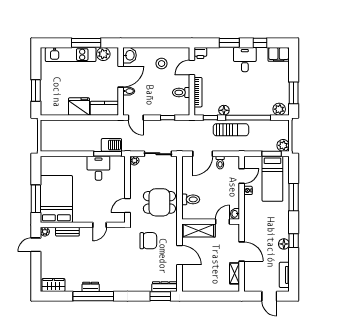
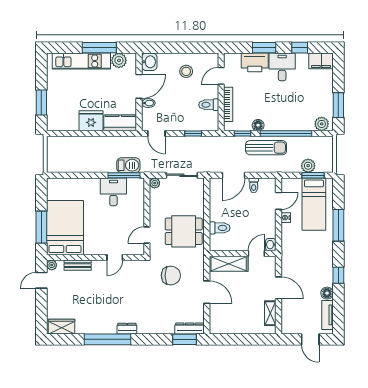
printer: (200, 53) -> (255, 62), moved, width x1.87, depth x1.48
plant: (283, 145) -> (308, 166), moved
floor lamp: (284, 244) -> (327, 293), moved
dresser: (91, 287) -> (127, 329), moved

